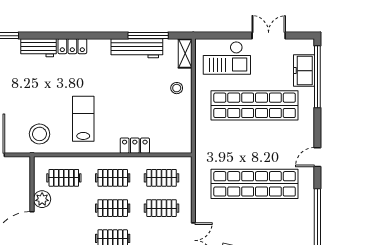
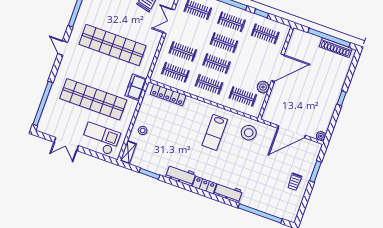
window: (148, 36) -> (149, 174), width x0.69
workbench: (137, 48) -> (181, 175), moved, width x0.73
freezer: (304, 71) -> (136, 87), moved, turned 180
locker: (135, 146) -> (168, 95), moved, width x1.53
door: (317, 157) -> (63, 48), swing flipped

